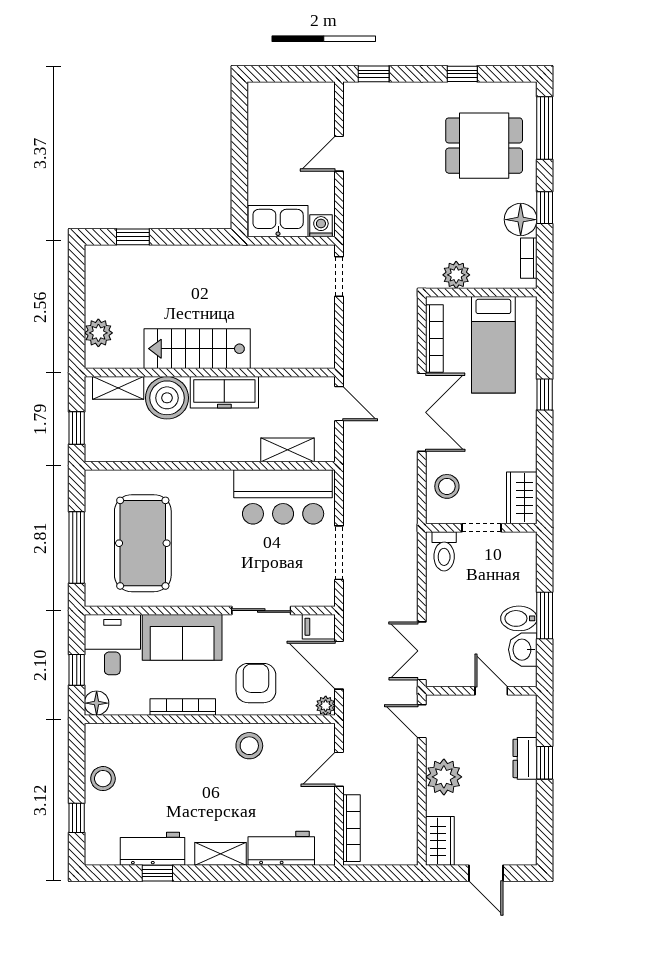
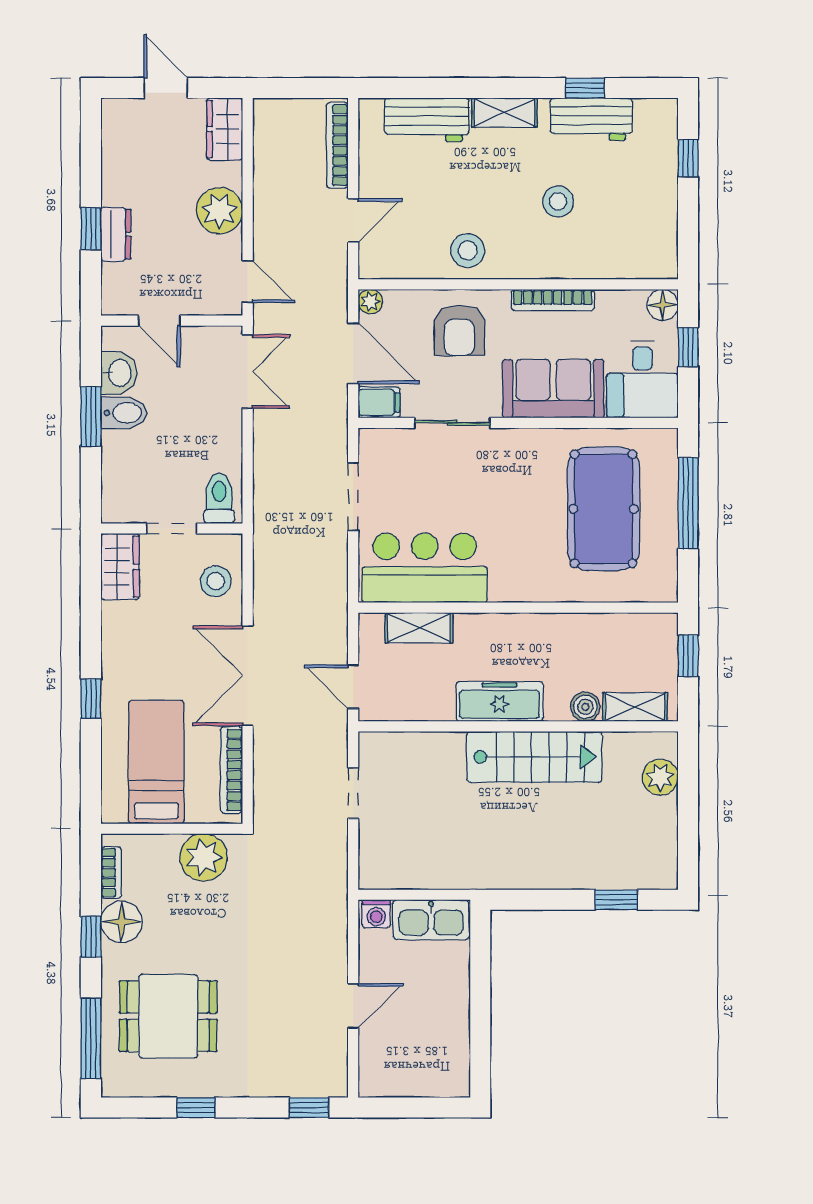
plant: (456, 275) -> (204, 857), width x1.36, depth x1.36
doorway: (339, 276) -> (353, 793), moved
boiler: (167, 398) -> (585, 707), width x0.54, depth x0.54
stool: (103, 779) -> (558, 201), moved

